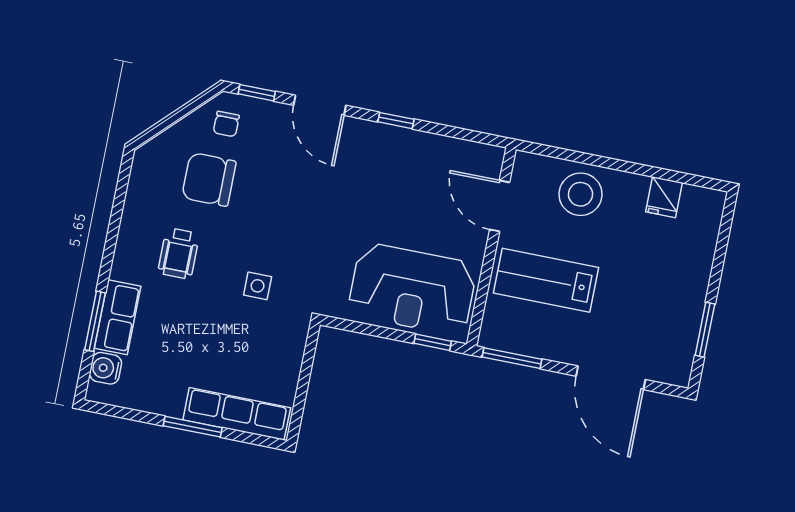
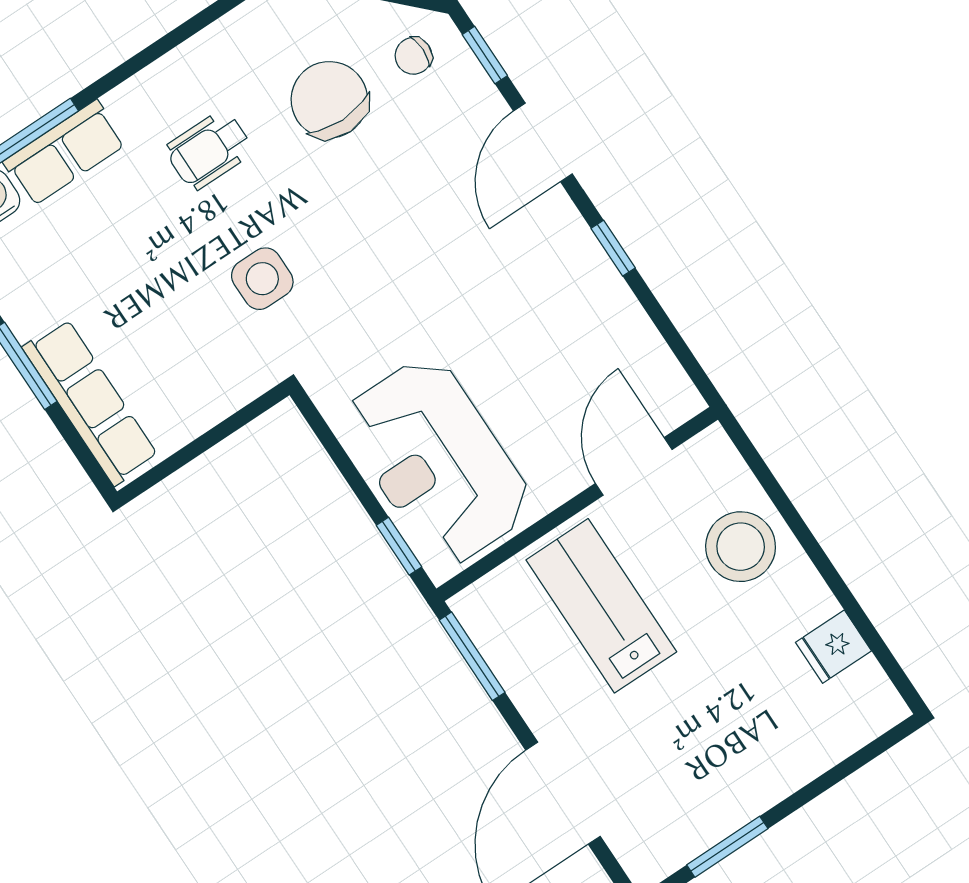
side table: (258, 286) -> (262, 279), width x1.37, depth x1.37

